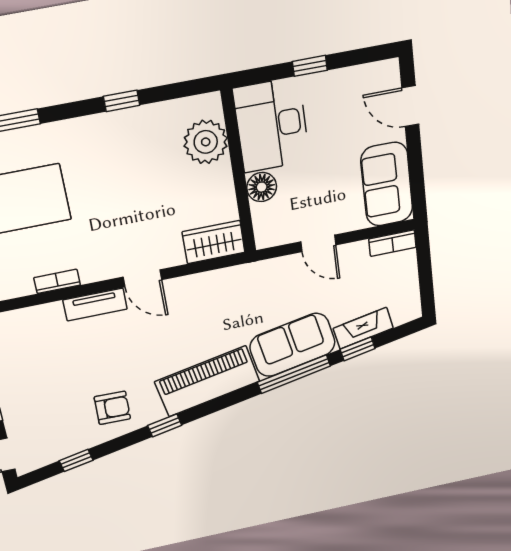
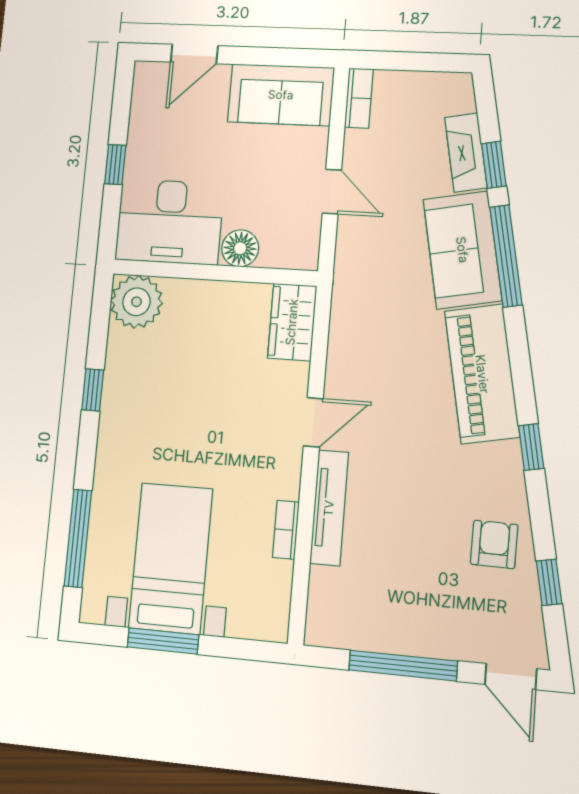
plant: (206, 142) -> (136, 302), moved
door: (318, 243) -> (332, 192), hinge flipped
tv unit: (95, 305) -> (329, 508), width x1.41
armchair: (112, 408) -> (494, 544), moved

